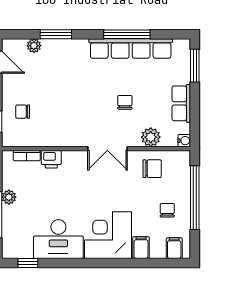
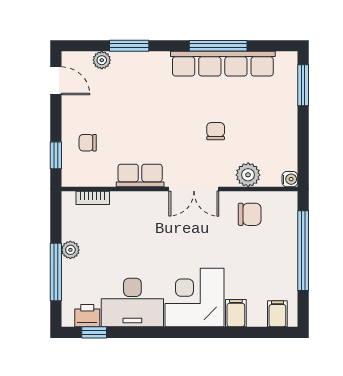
row of seats: (181, 103) -> (140, 175), moved, turned 90
printer: (51, 159) -> (87, 316), moved, turned 180
chair: (167, 210) -> (269, 266), removed

